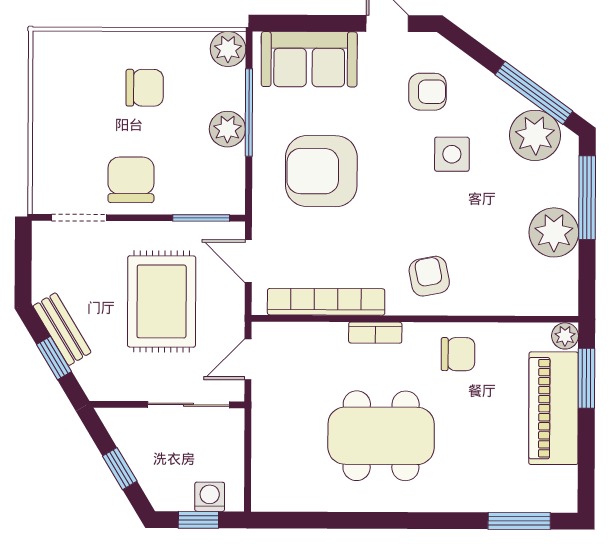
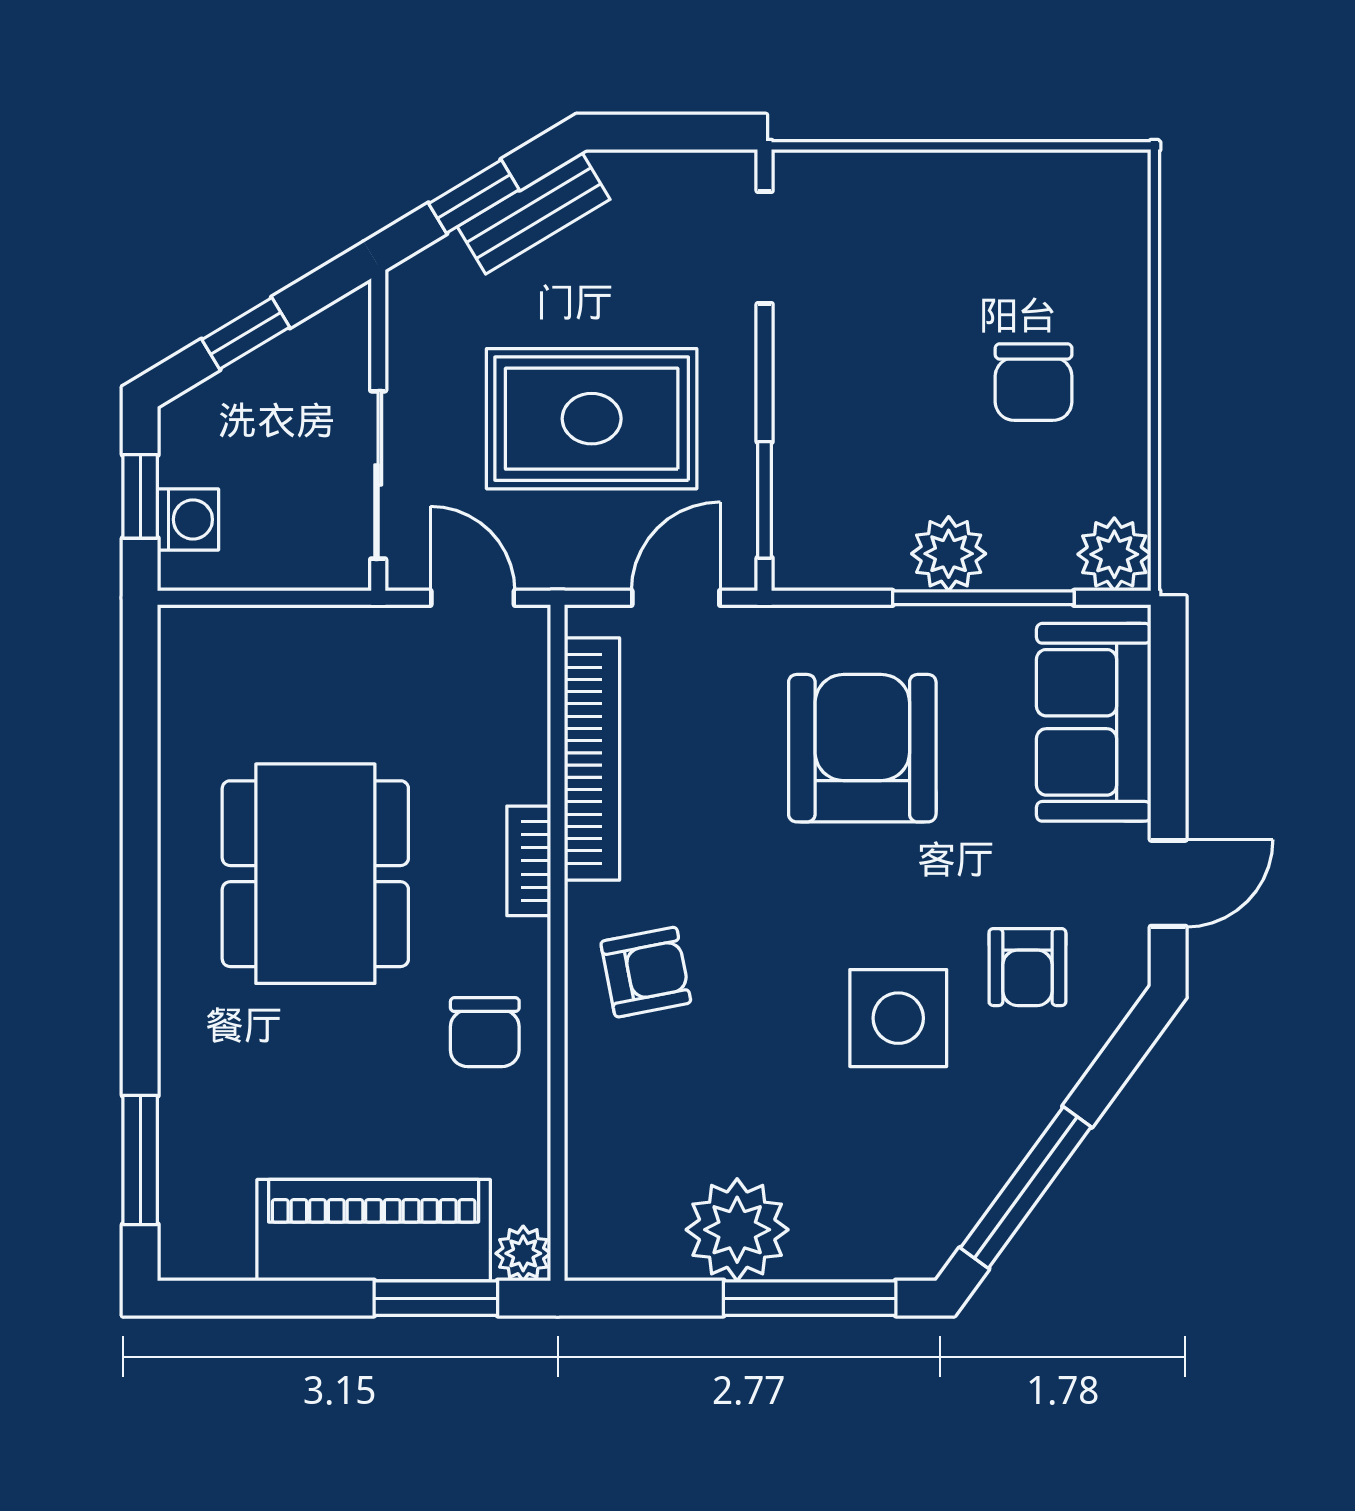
plant: (535, 135) -> (938, 1190), removed
side table: (452, 154) -> (898, 1018), width x1.37, depth x1.37
chair: (131, 180) -> (843, 355), removed

